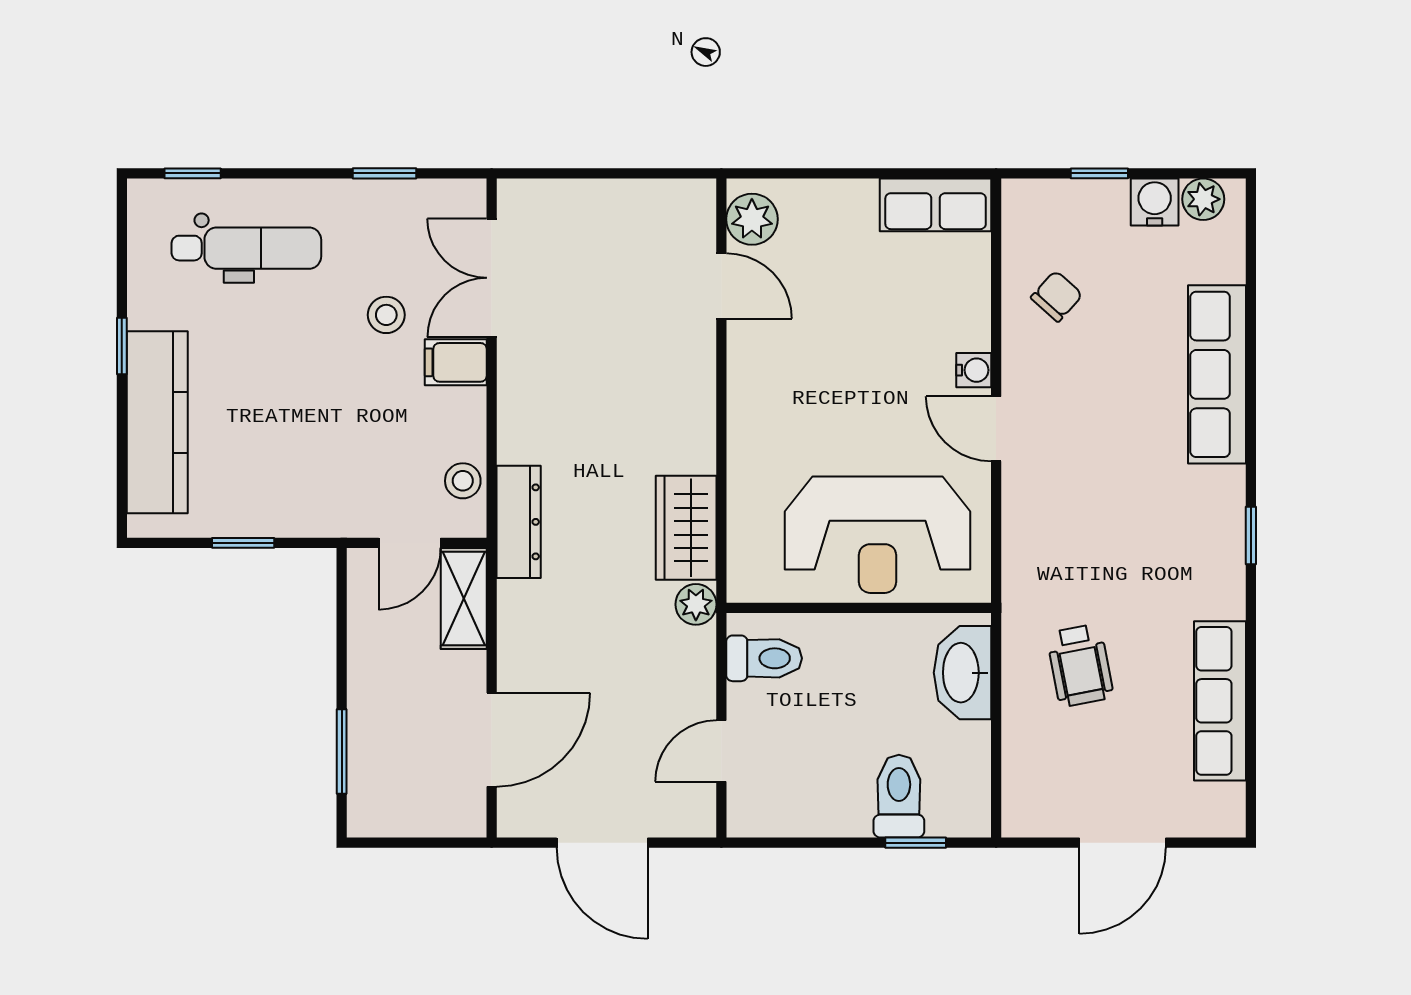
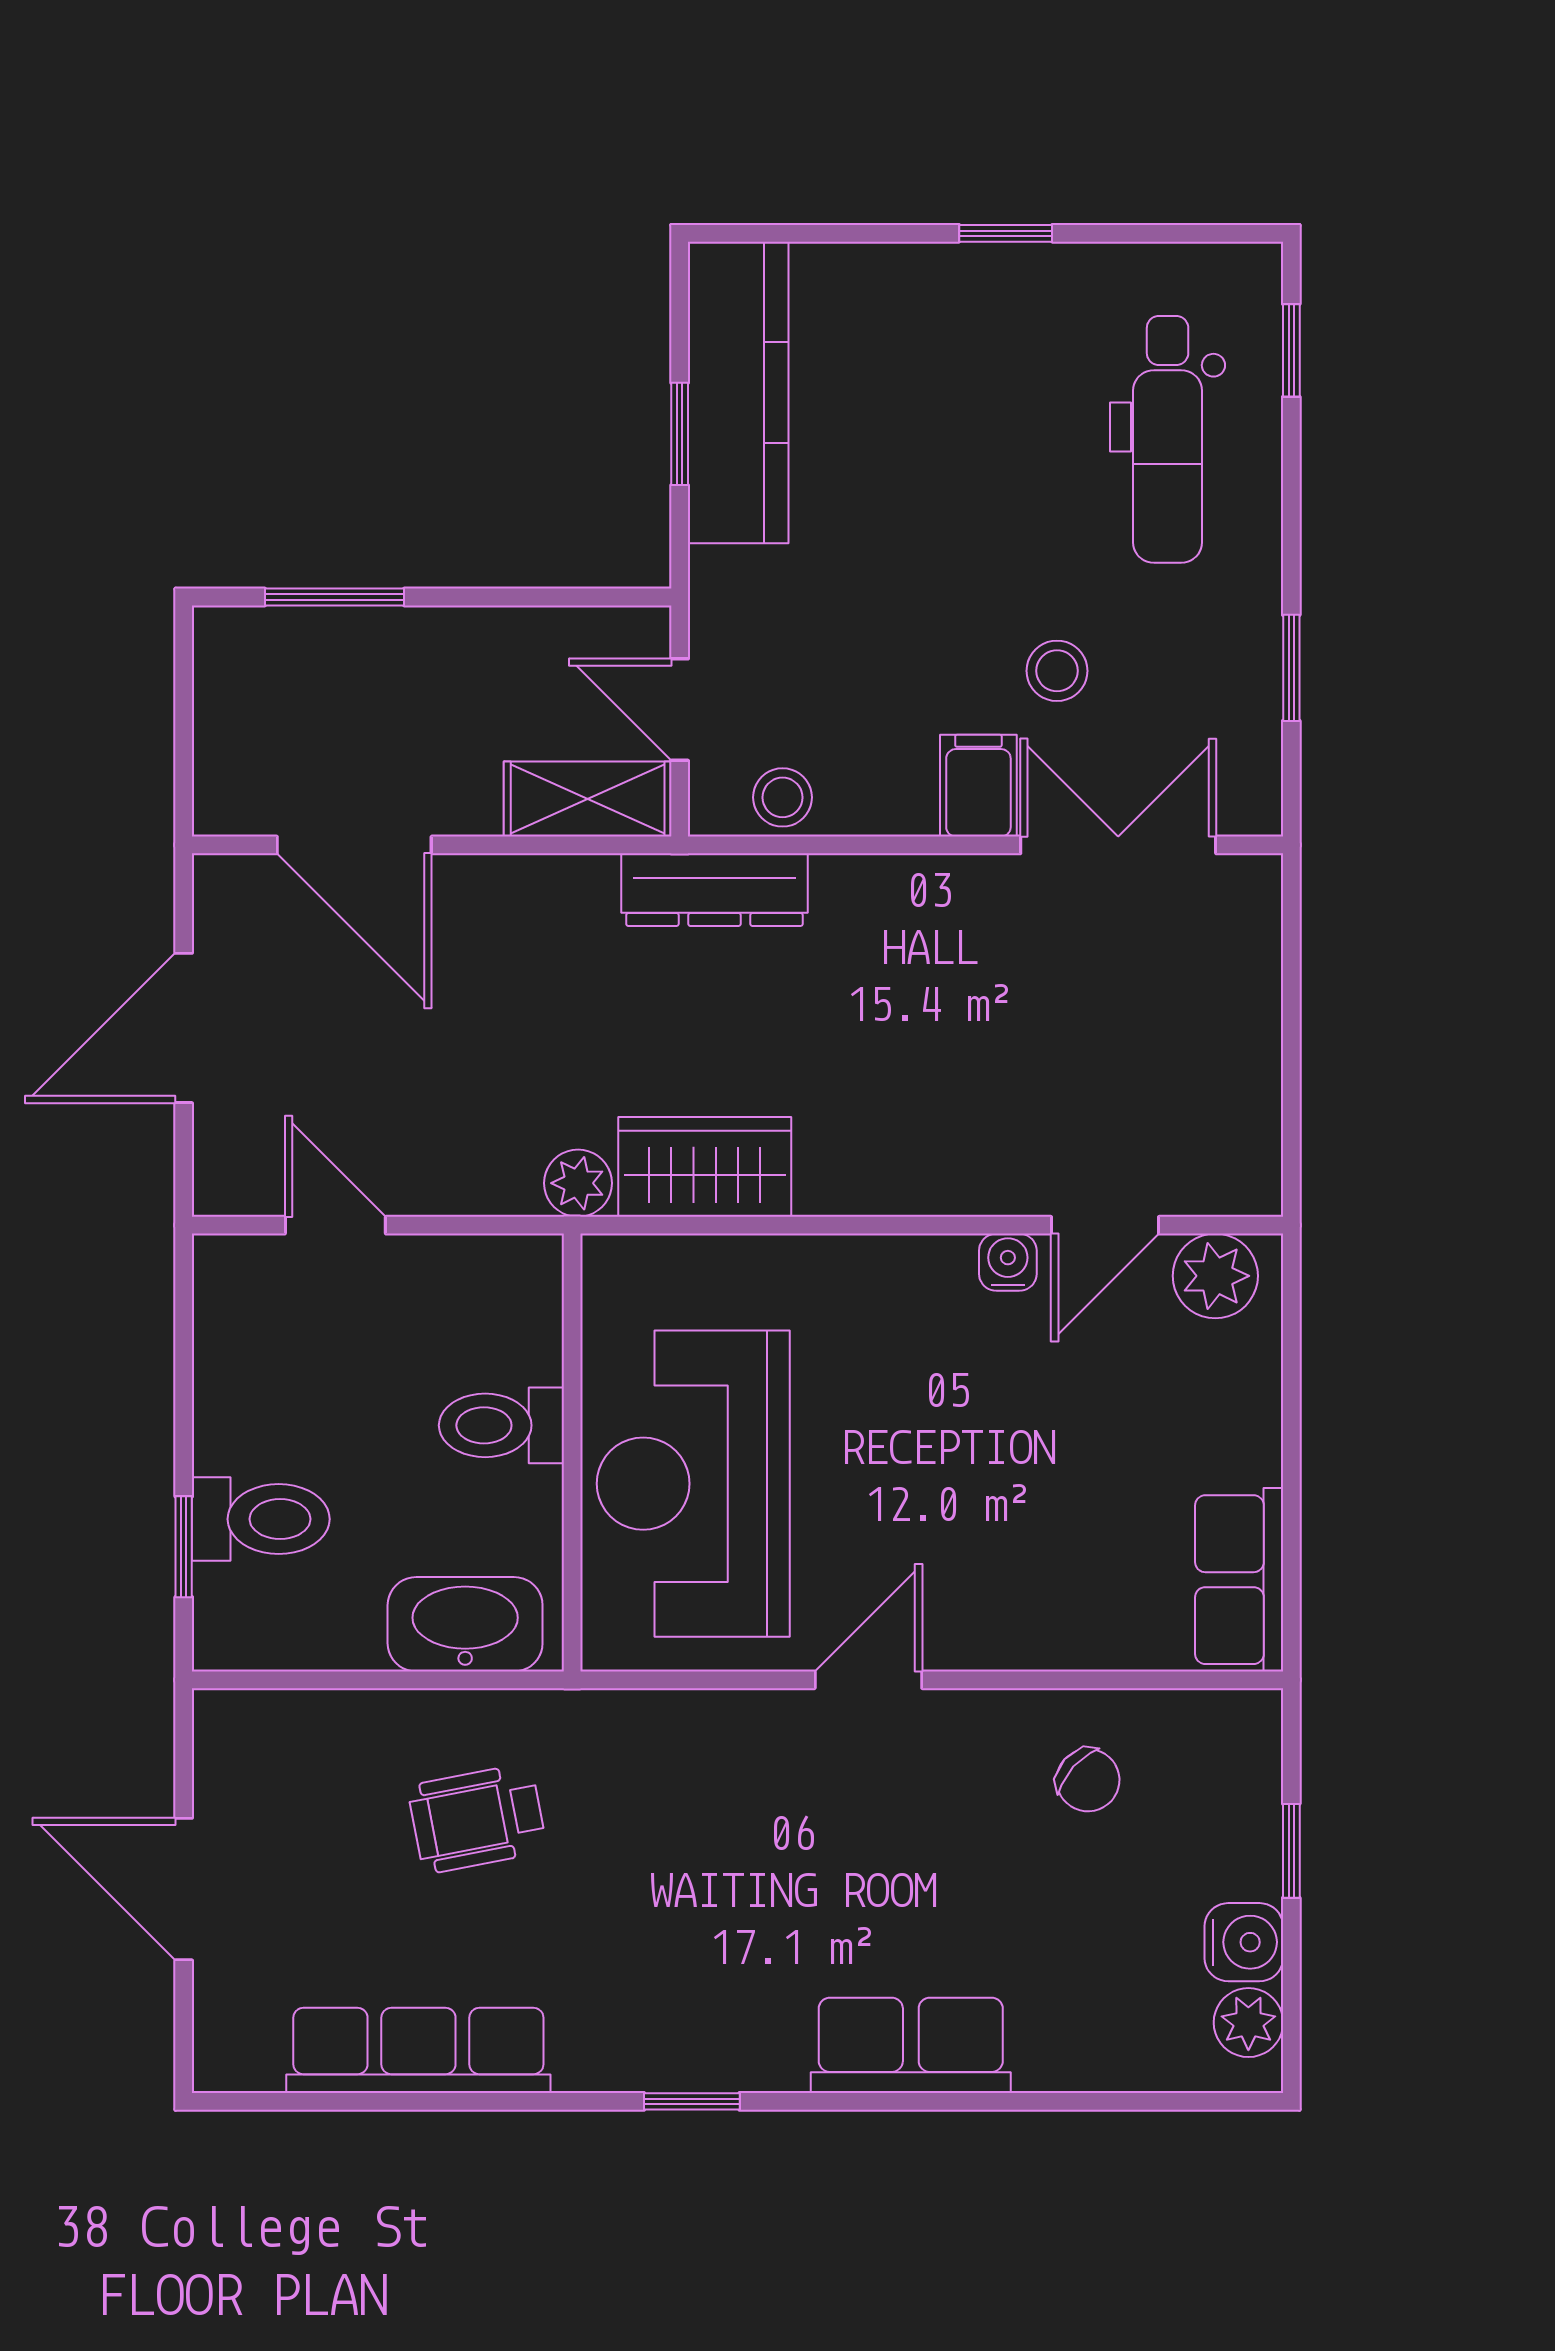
water cooler: (974, 370) -> (1008, 1262), moved, turned 180
row of seats: (1217, 374) -> (911, 2045), width x0.68
kitchen counter: (157, 422) -> (738, 392), moved, turned -90
toilet: (764, 658) -> (501, 1425), moved, turned 90

